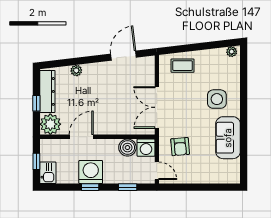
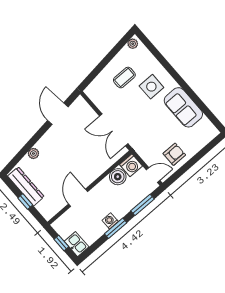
coffee table: (183, 66) -> (124, 78), moved
plant: (50, 124) -> (48, 208), removed
armchair: (180, 147) -> (174, 154), moved, turned -85
washing machine: (91, 172) -> (110, 221), width x0.53, depth x0.53
window: (90, 187) -> (116, 228), width x1.50
window: (128, 187) -> (142, 205), width x1.50

